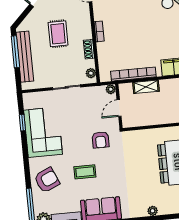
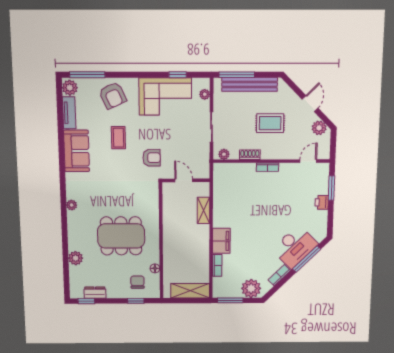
window: (15, 52) -> (237, 75), moved
bookcase: (133, 74) -> (218, 199), removed
plant: (111, 89) -> (205, 94), moved
armchair: (101, 140) -> (152, 158), turned 180

